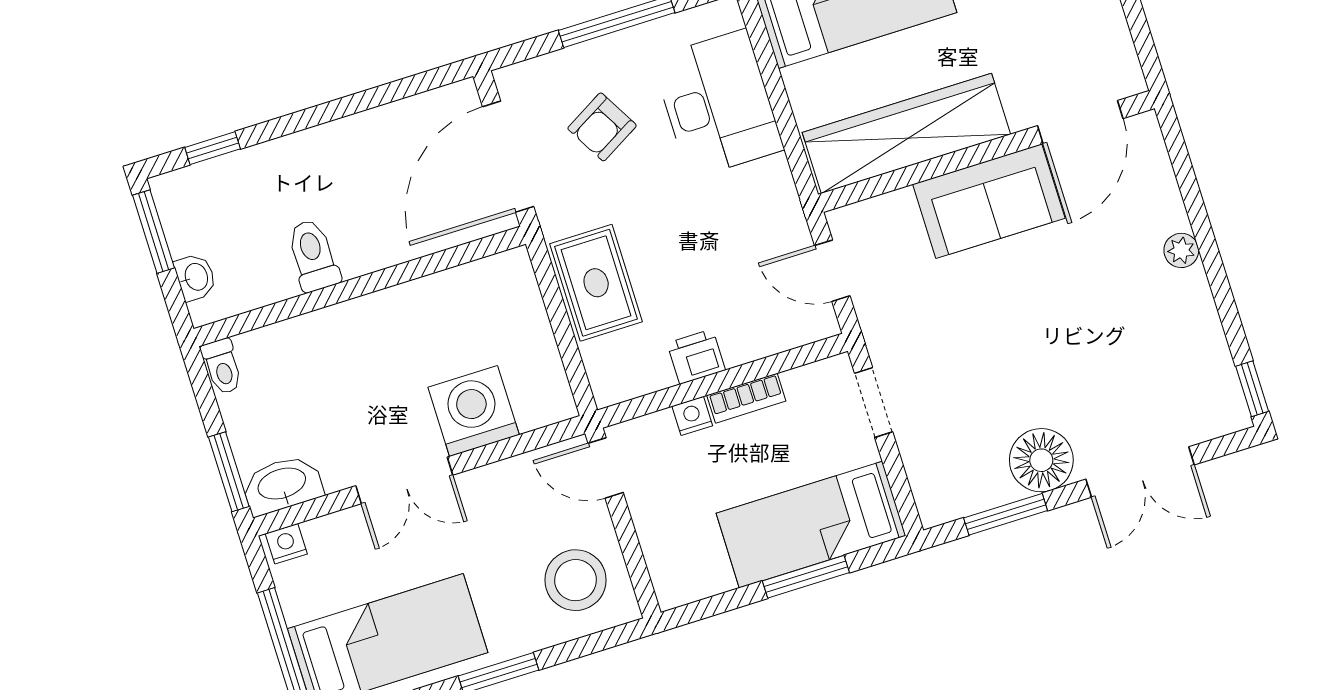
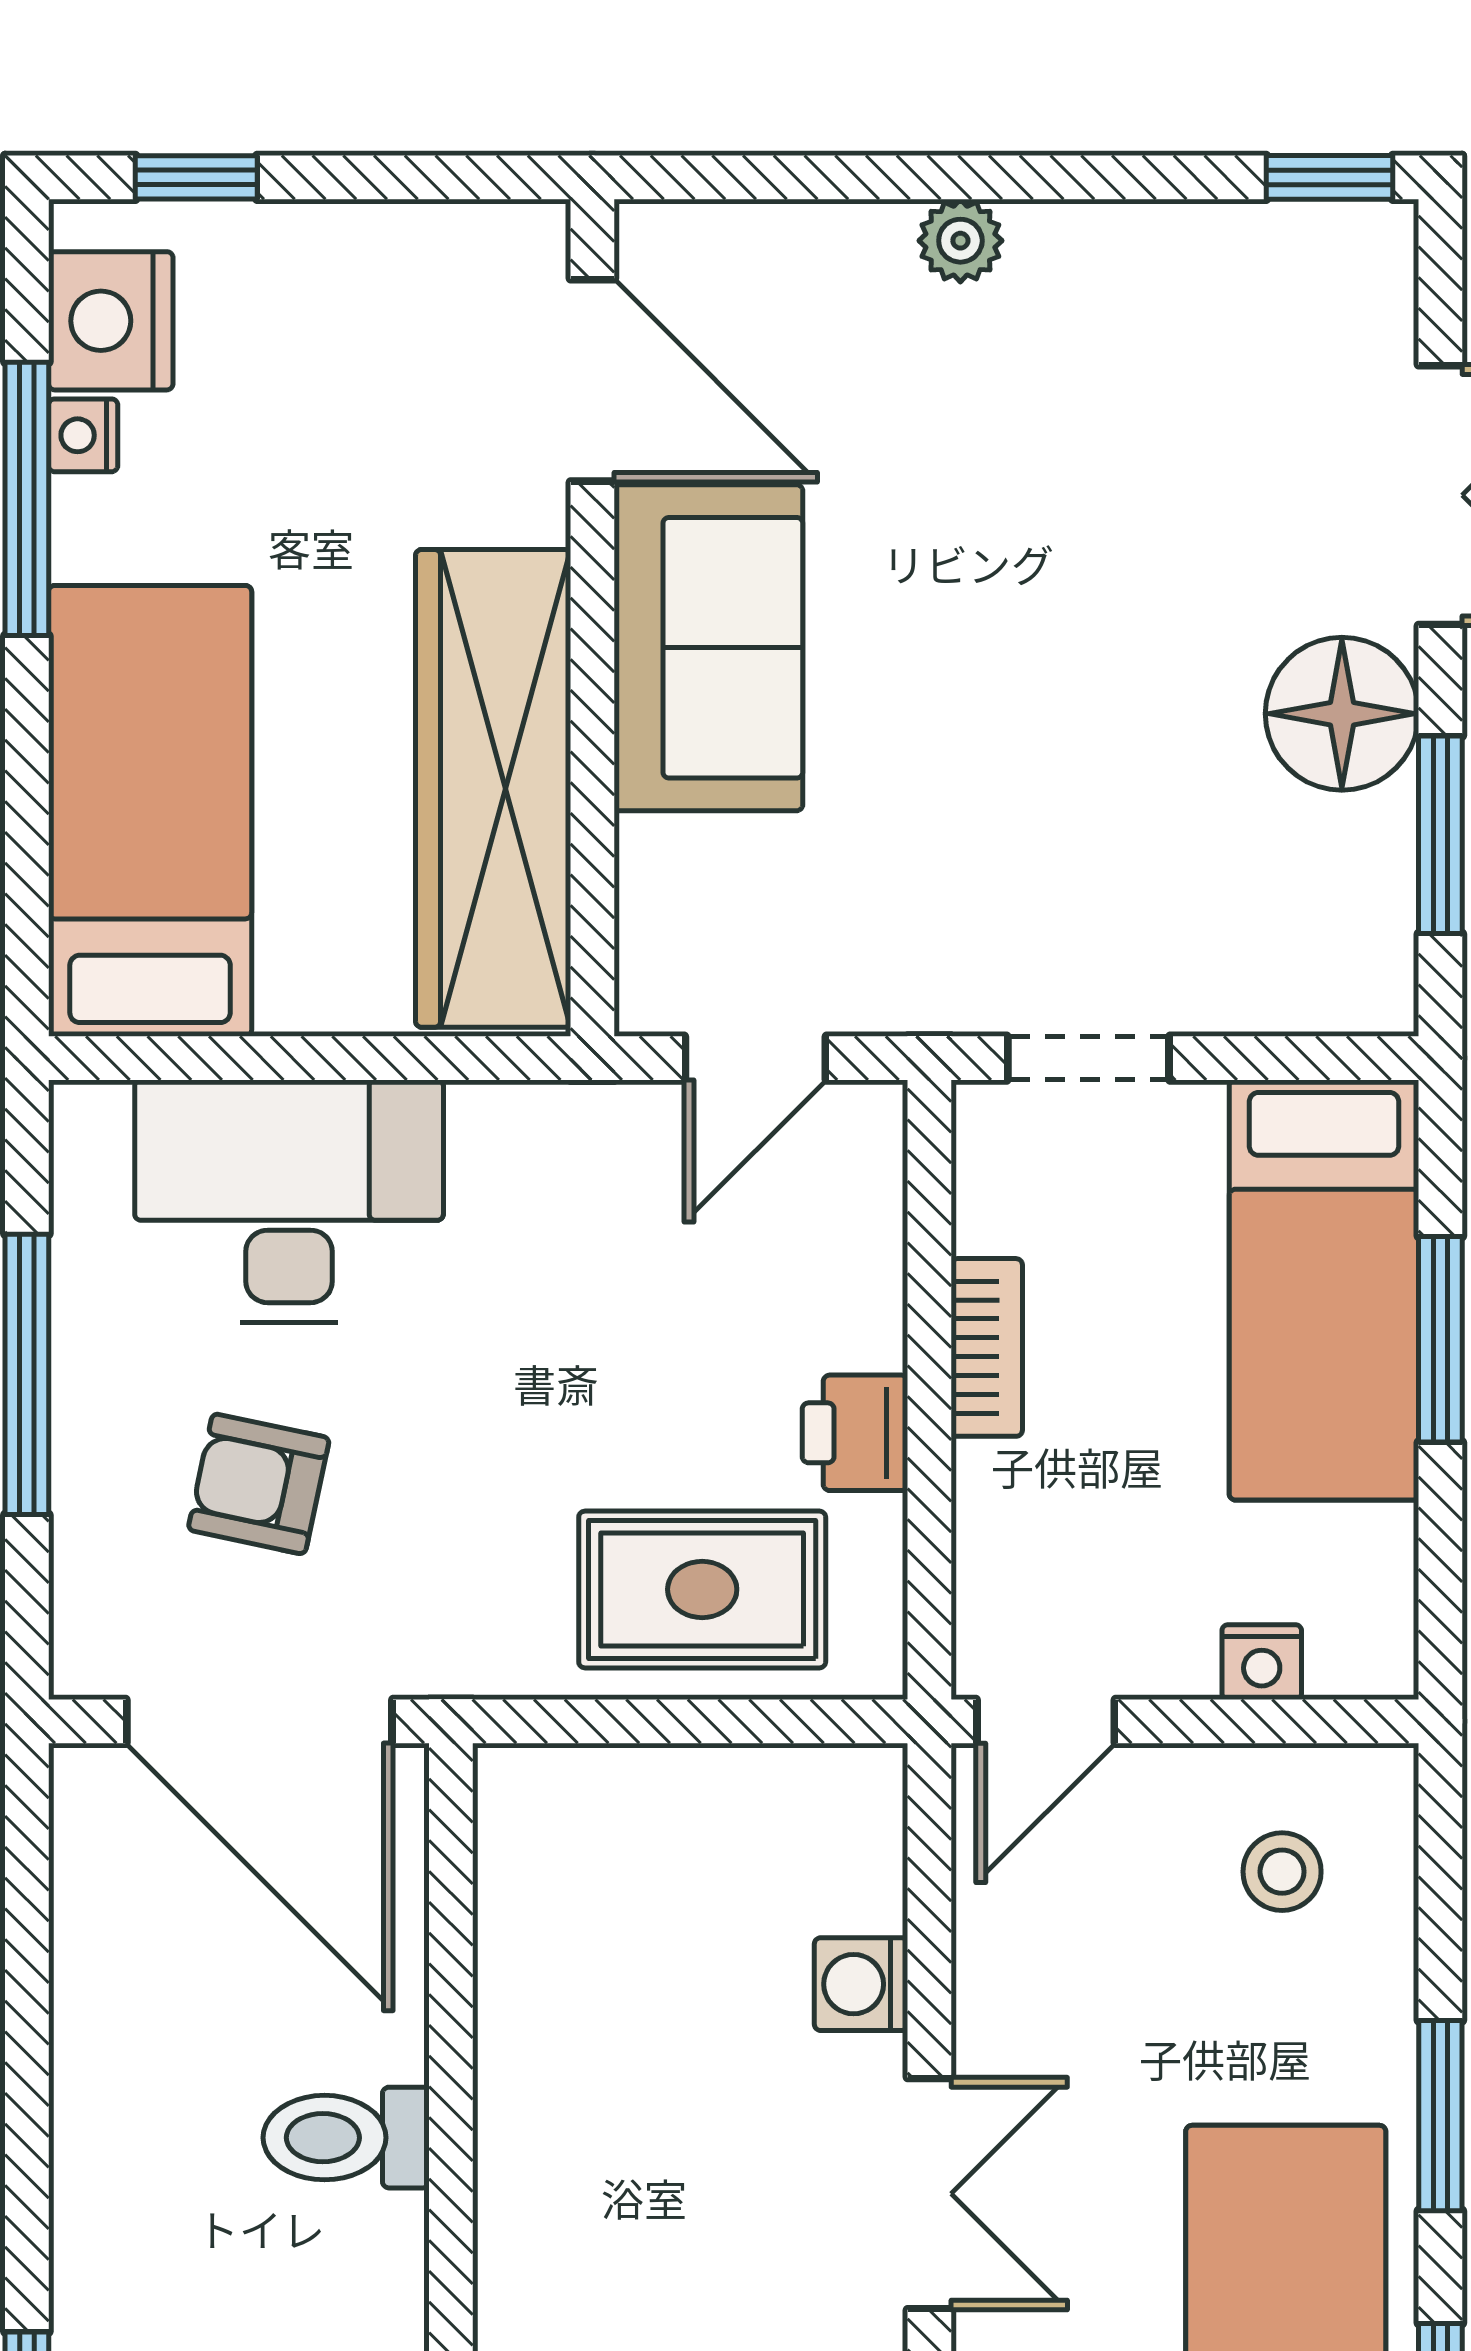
armchair: (602, 127) -> (259, 1484), turned 132
toilet: (313, 255) -> (346, 2138), moved
rug: (596, 283) -> (702, 1589), moved
washing machine: (474, 411) -> (861, 1984), width x0.53, depth x0.53
nightstand: (692, 416) -> (1262, 1662), moved, turned -90
stool: (575, 580) -> (1282, 1872), width x0.53, depth x0.53

